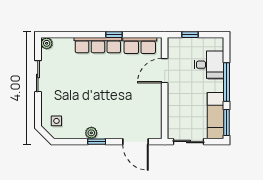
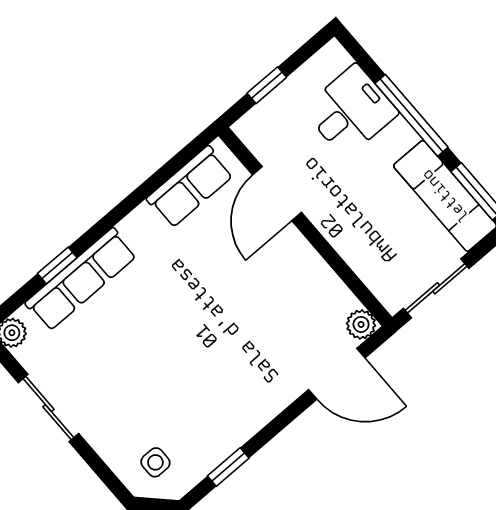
window: (114, 35) -> (57, 266), moved
row of seats: (98, 45) -> (81, 279), moved
plant: (91, 133) -> (361, 324), moved
window: (97, 142) -> (228, 467), moved

